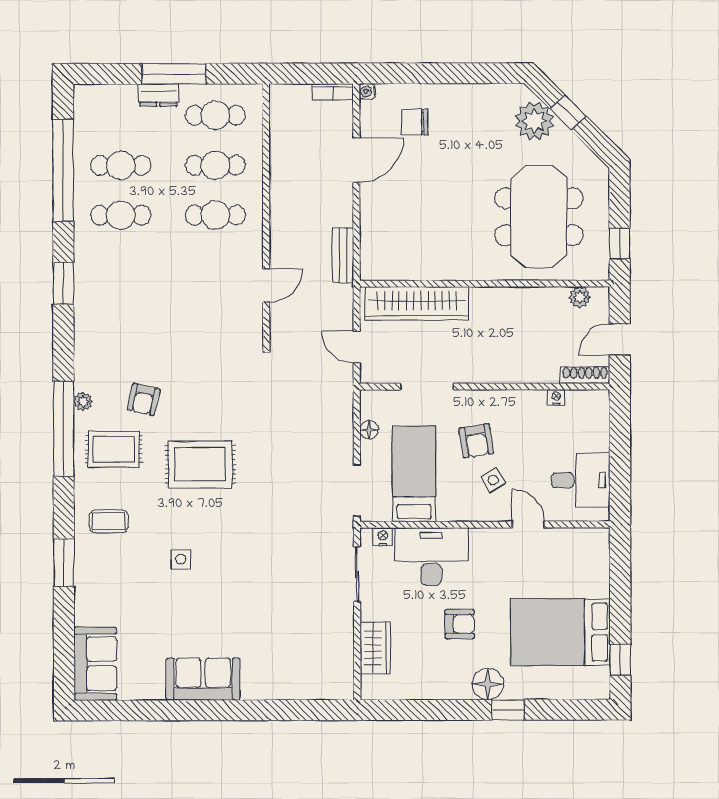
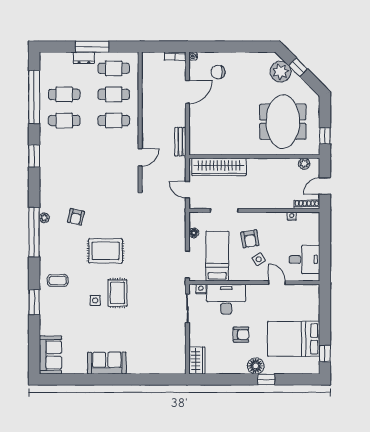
rug: (114, 449) -> (117, 293), moved, turned 90
wardrobe: (375, 648) -> (197, 360), moved

